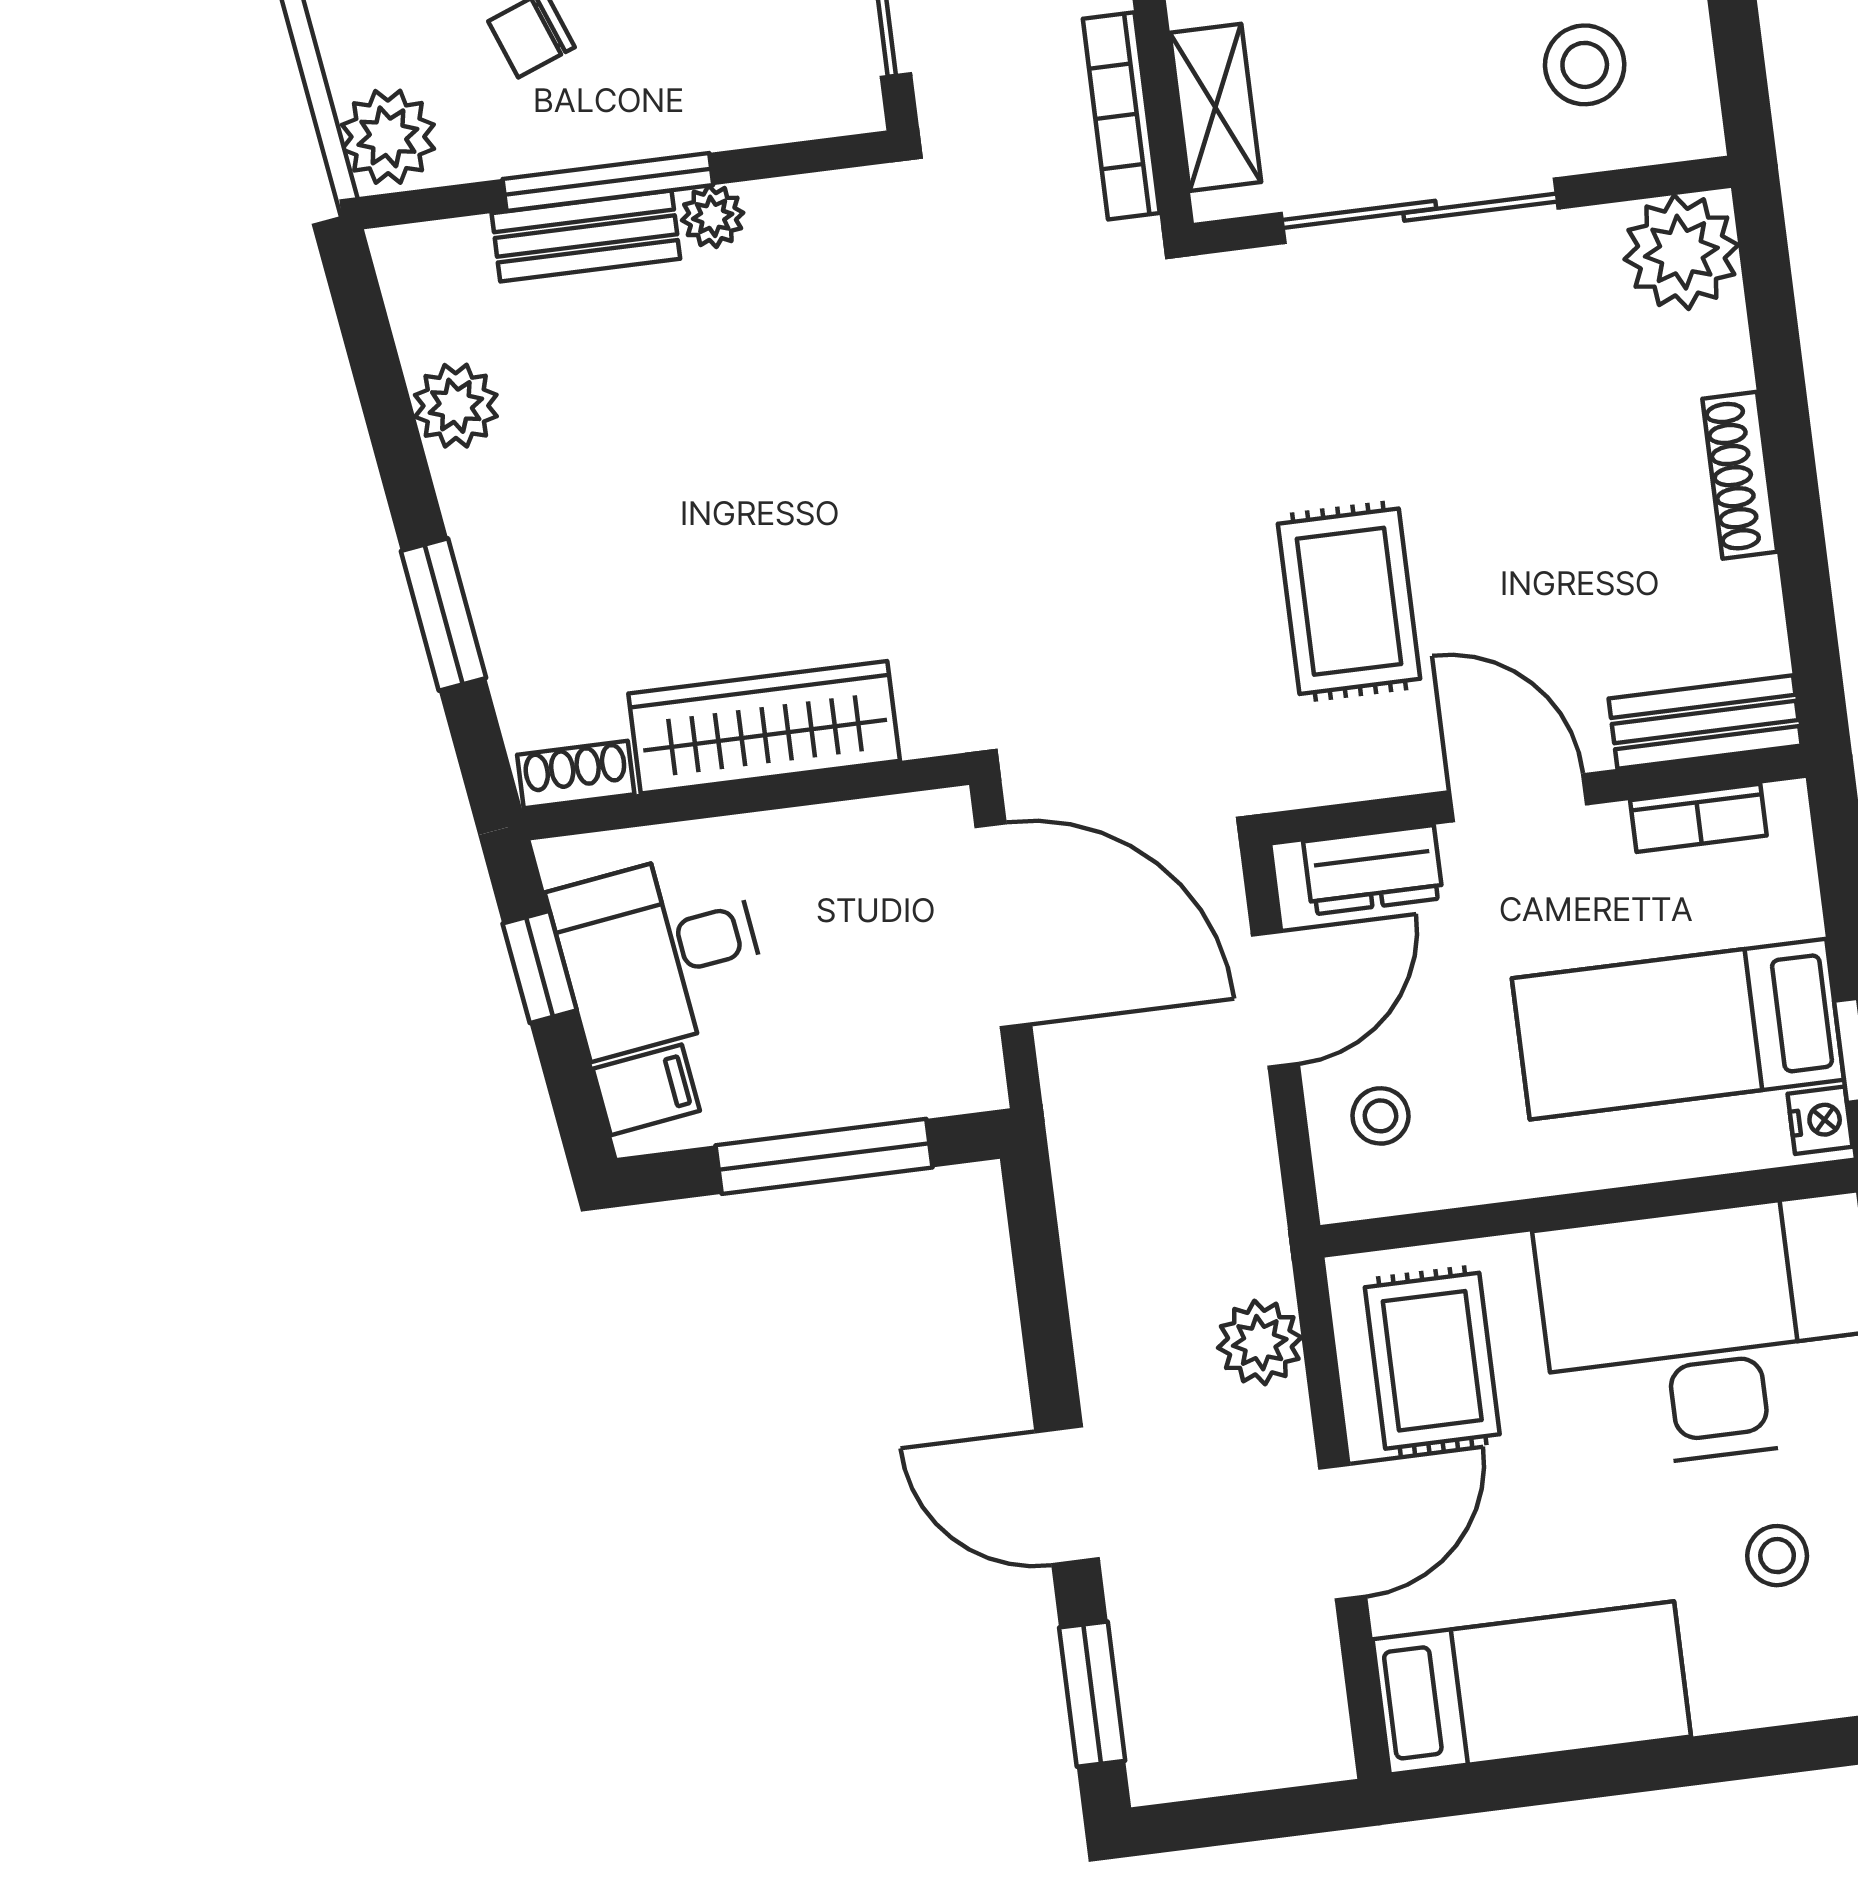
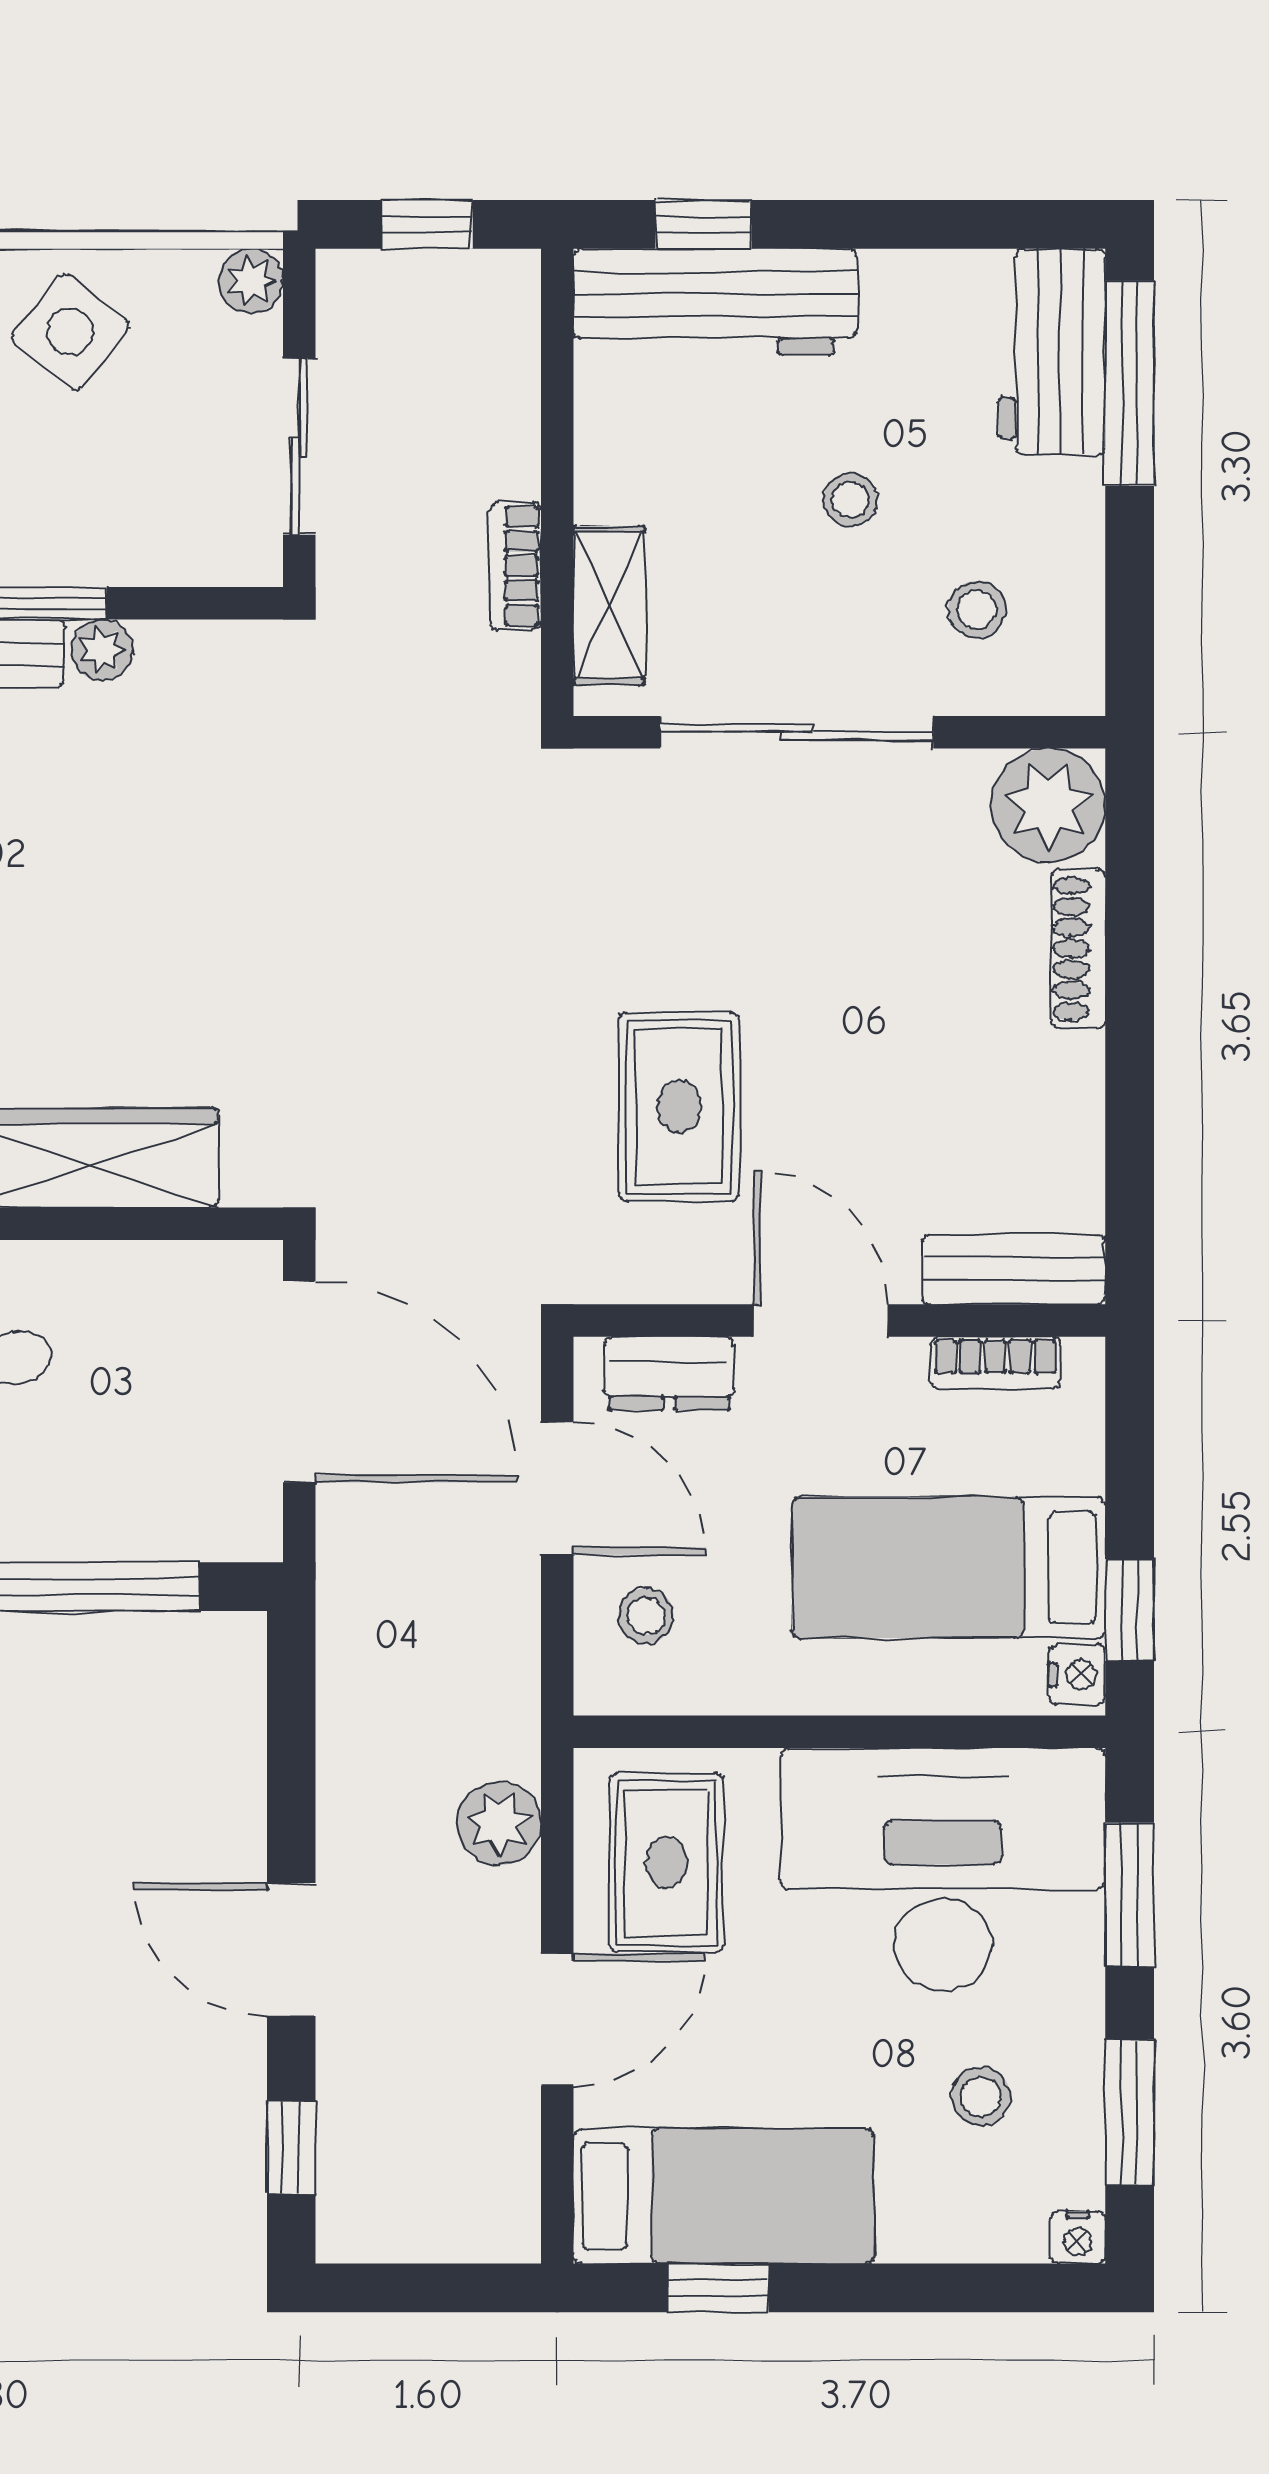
stool: (1585, 65) -> (977, 609), width x0.73, depth x0.73
bookcase: (1121, 116) -> (516, 566), width x0.64
shoe rack: (1740, 475) -> (1078, 948), moved
door: (1275, 999) -> (557, 1488), hinge flipped
window: (1092, 1694) -> (291, 2148), width x0.67
window: (1538, 1781) -> (718, 2288), added

